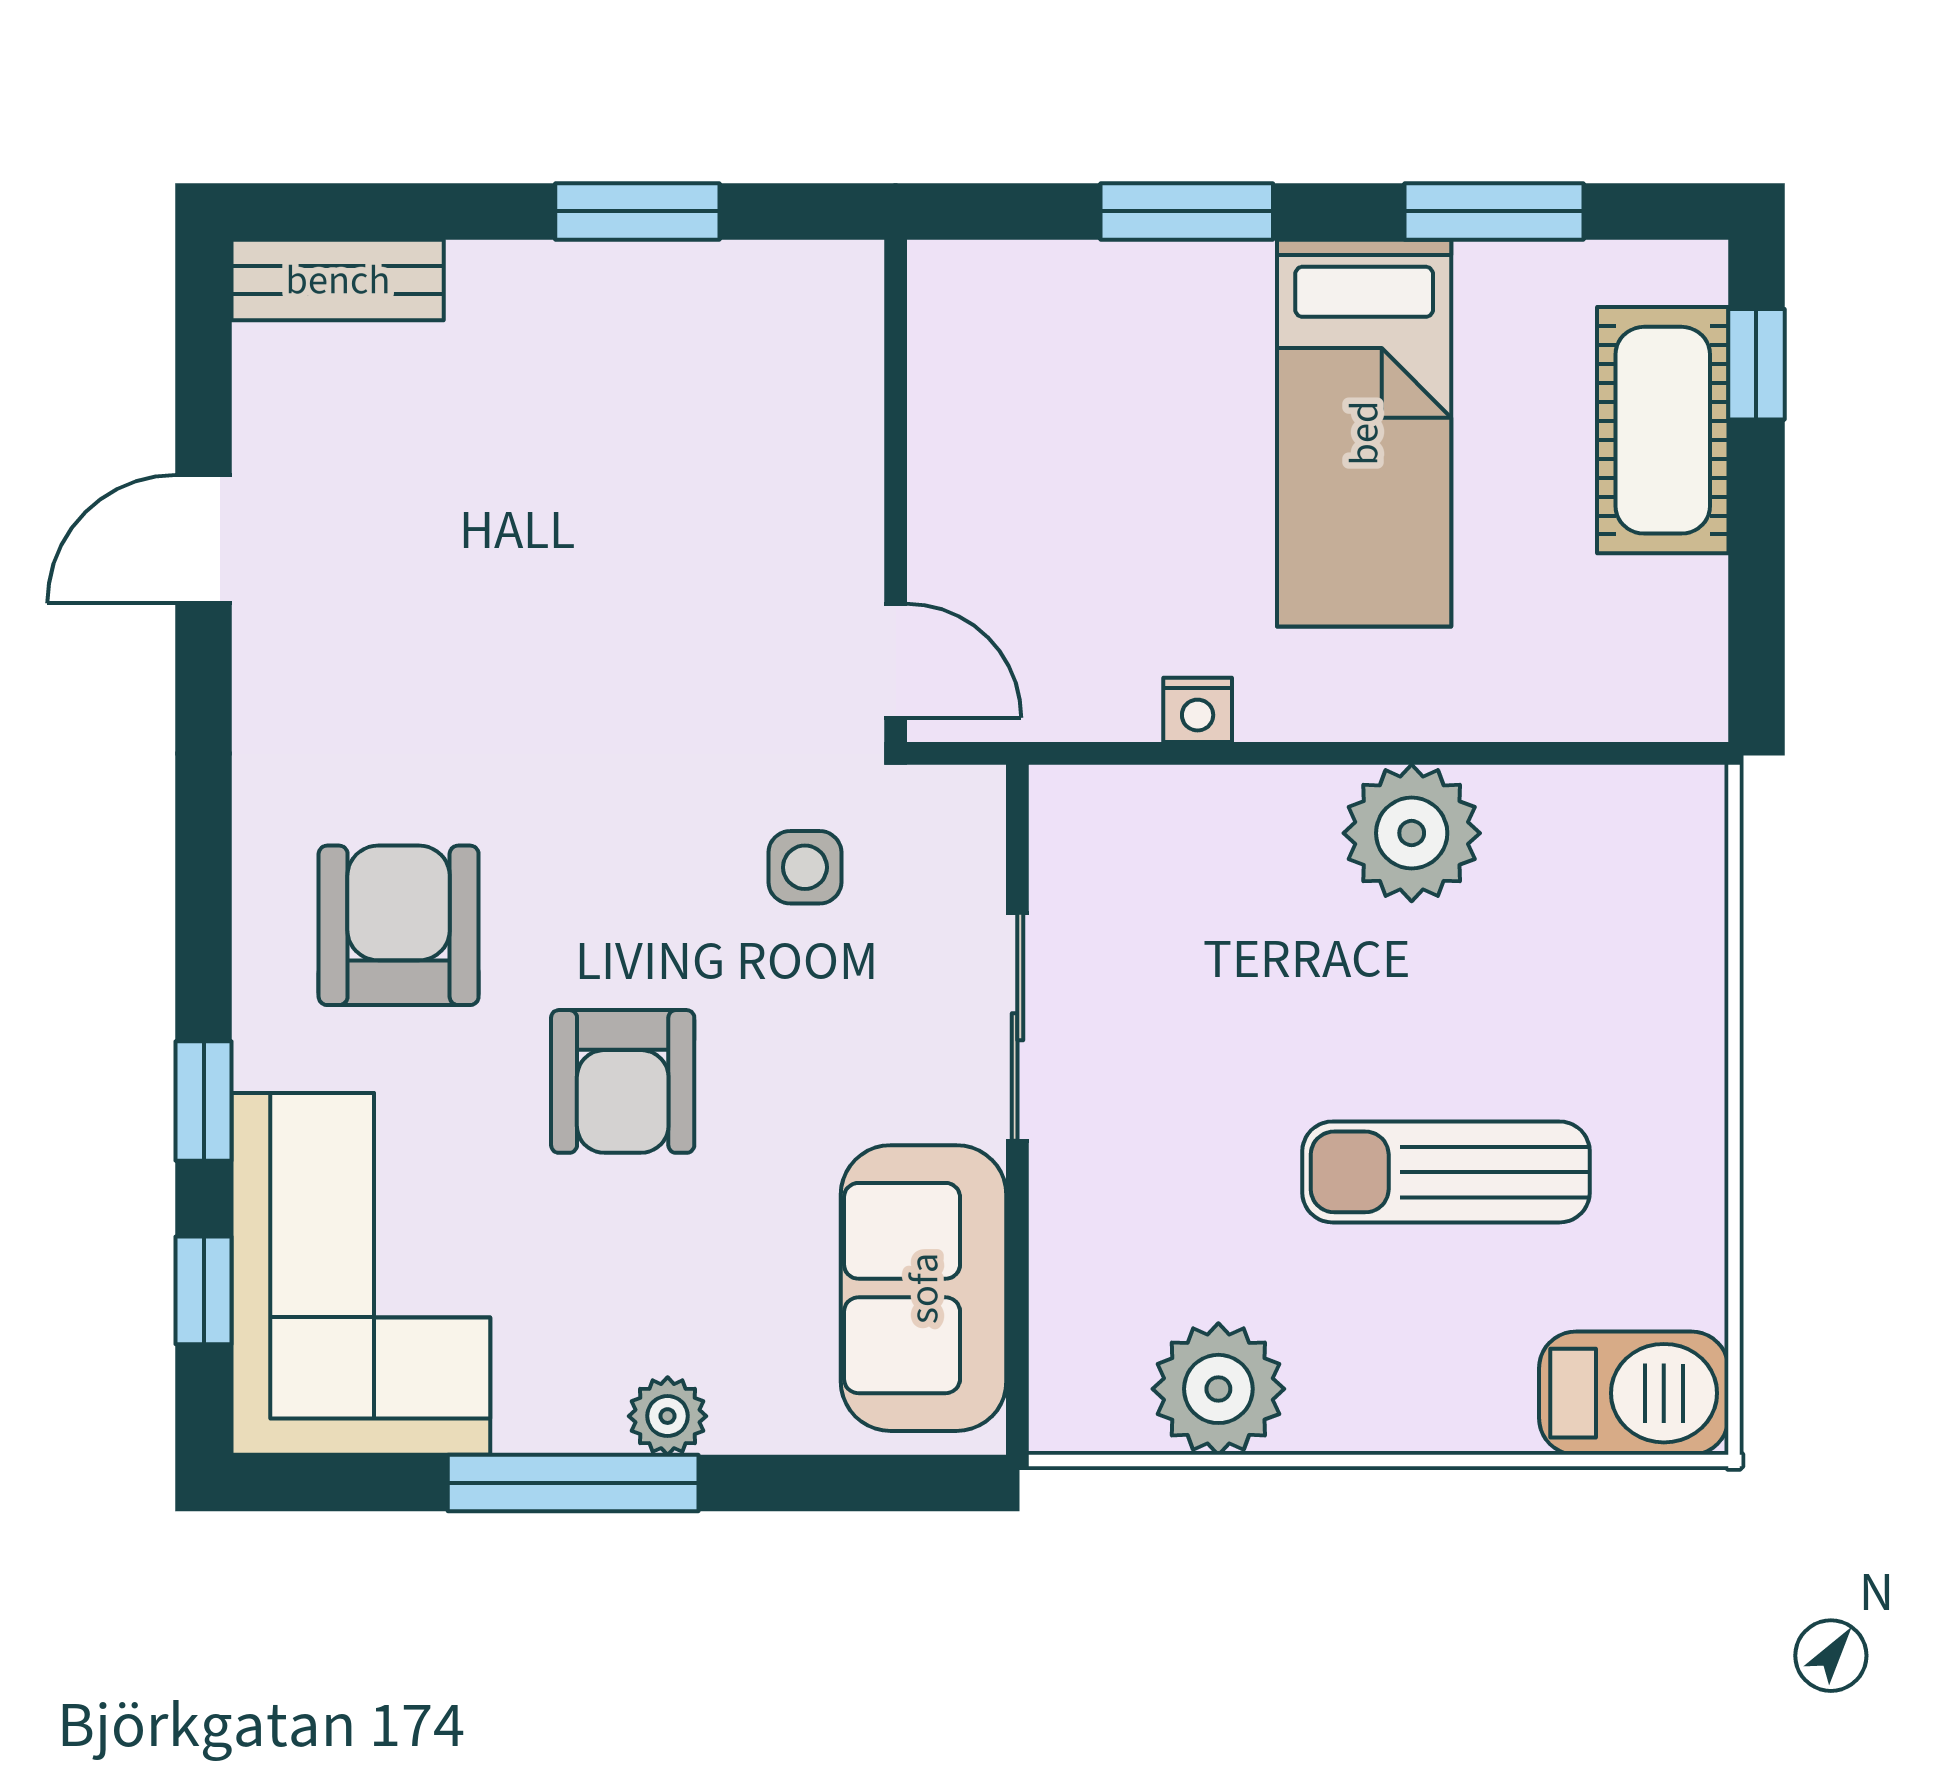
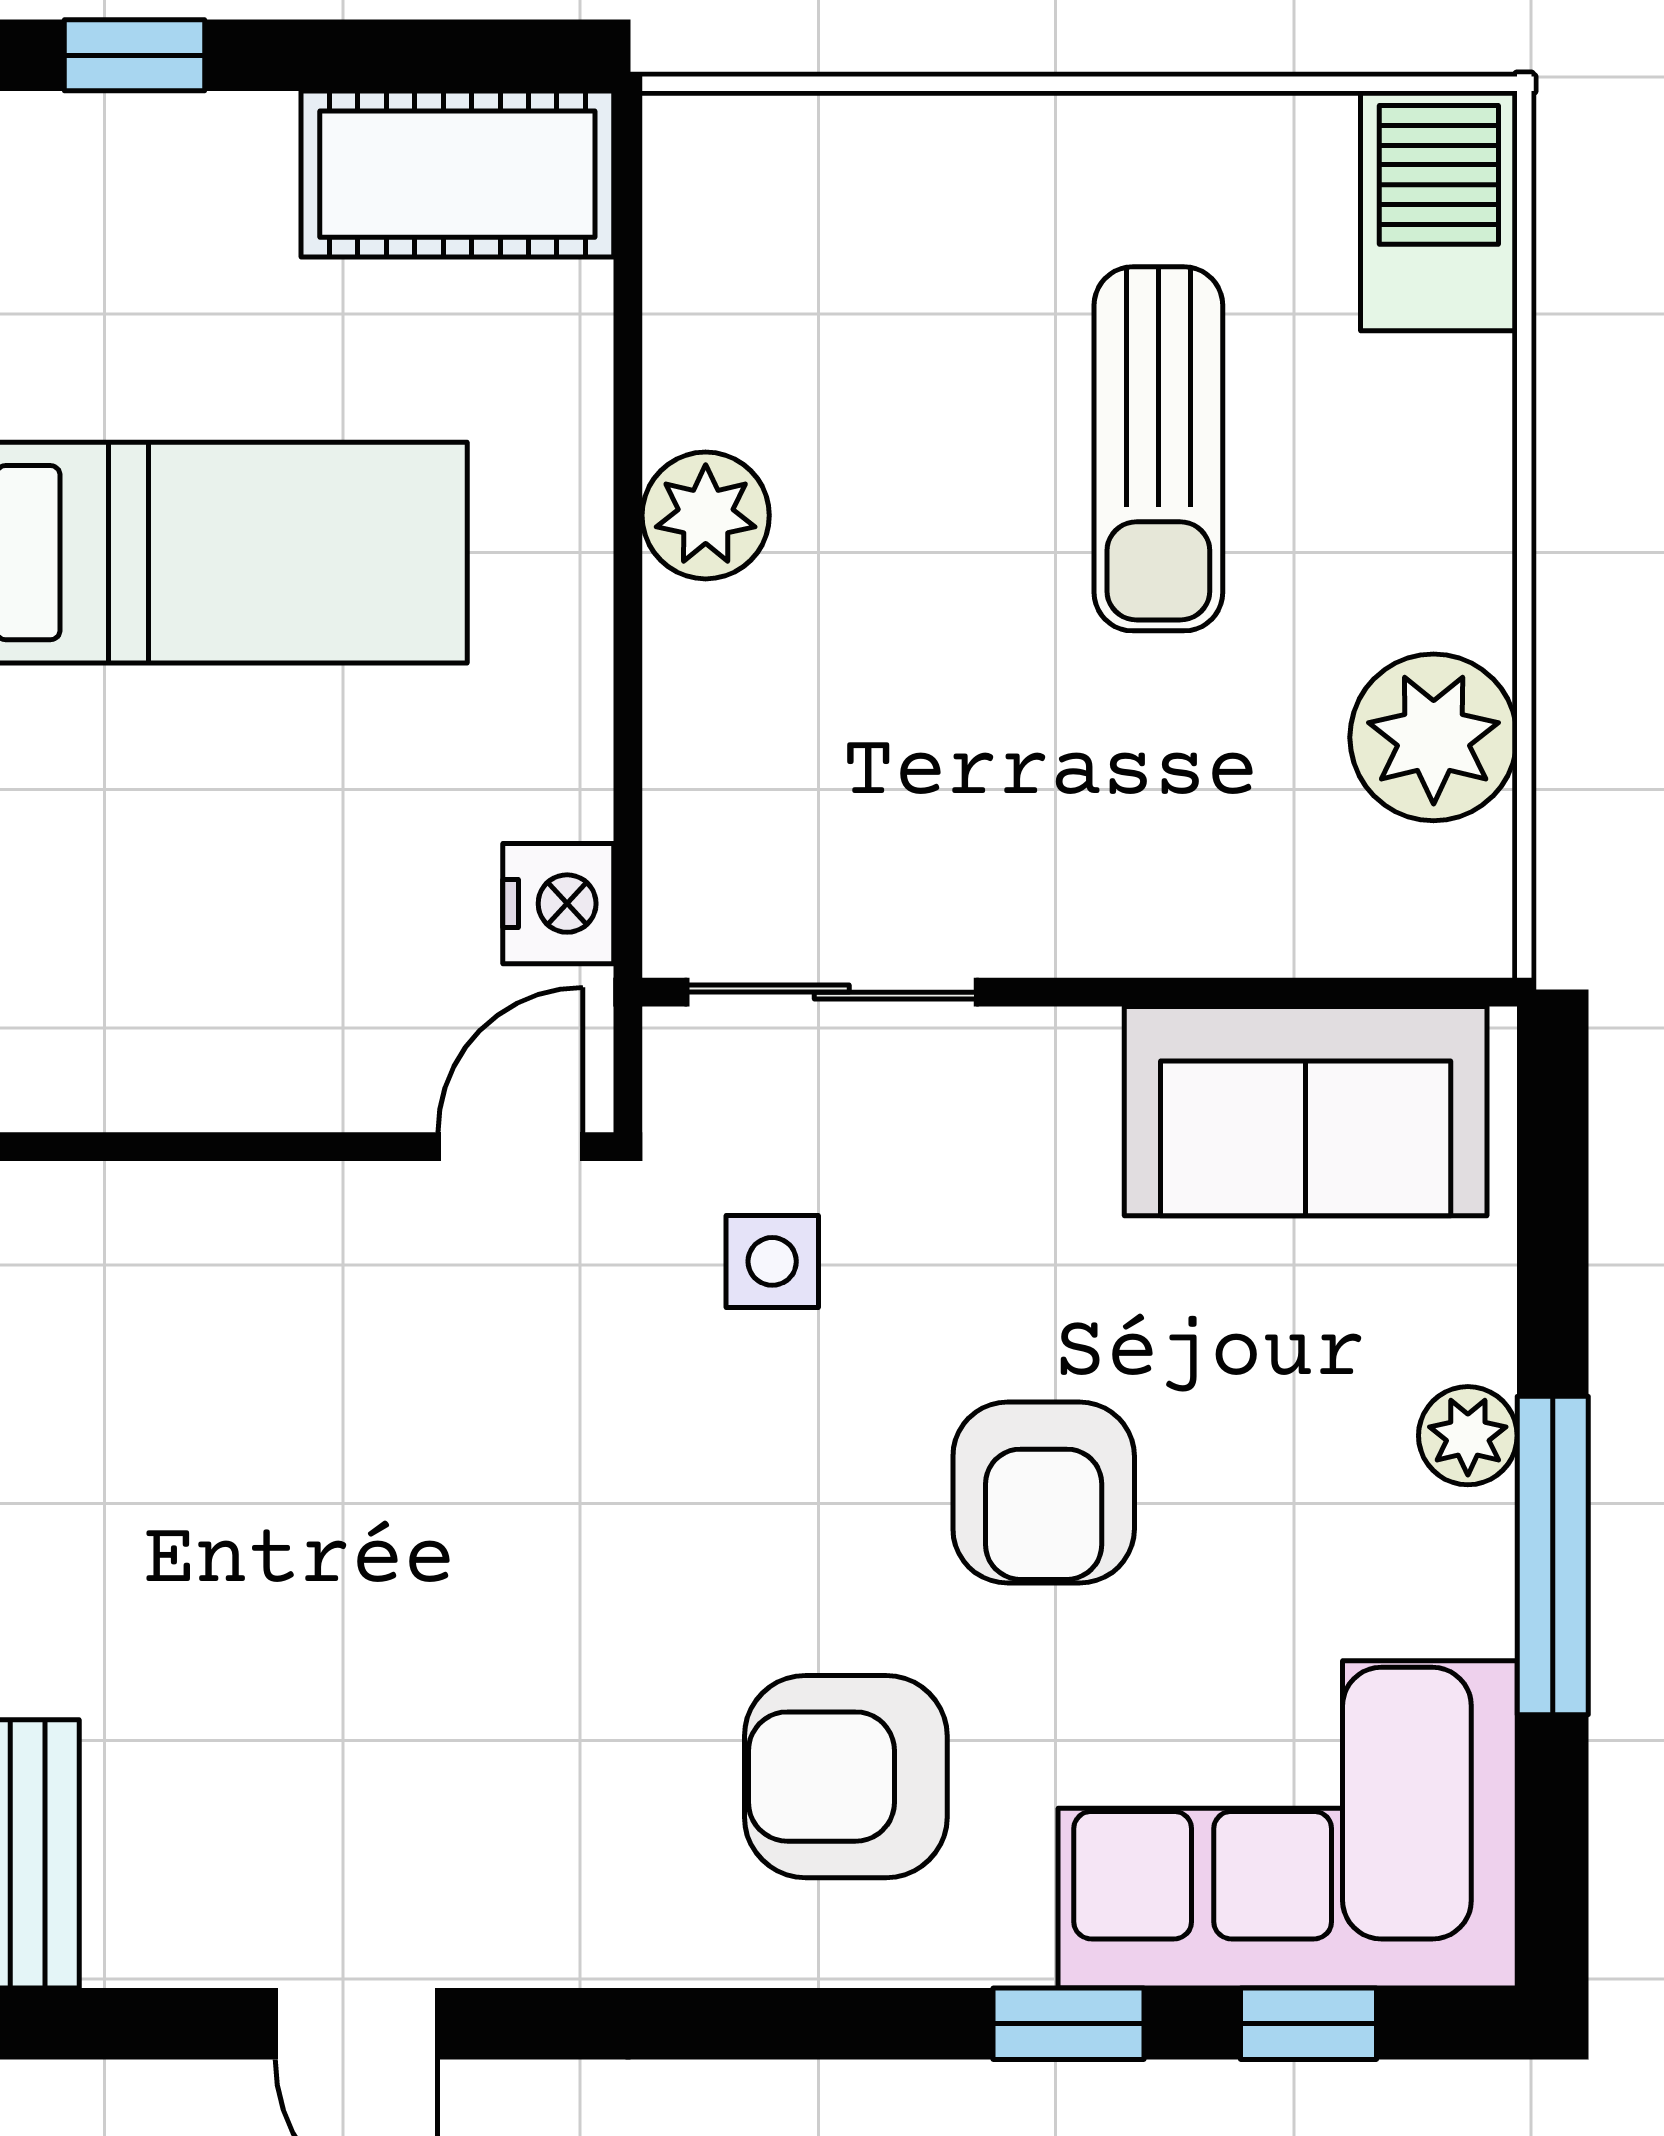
cot: (1663, 430) -> (457, 174), moved
nightstand: (1198, 710) -> (558, 904), moved, width x1.39, depth x1.35
plant: (1412, 833) -> (706, 515), width x0.73, depth x0.73
sliding door: (1017, 1027) -> (832, 992), moved
armchair: (623, 1081) -> (1044, 1493), turned 90

